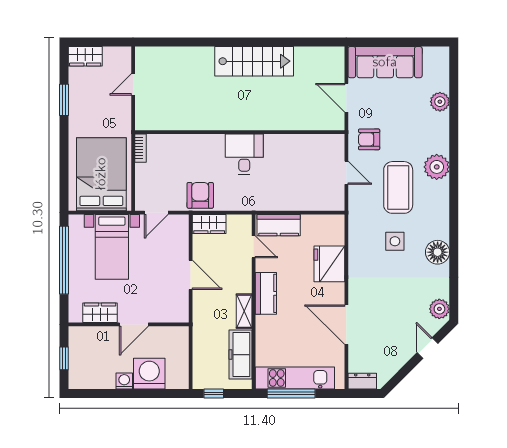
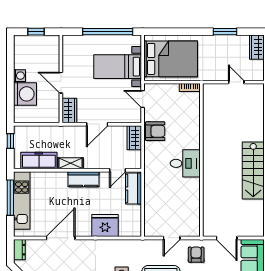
door: (346, 98) -> (227, 238), swing flipped
wardrobe: (100, 313) -> (69, 110), moved

